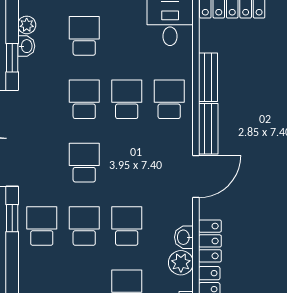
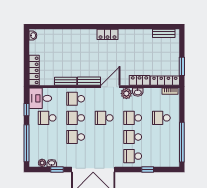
school desk: (84, 36) -> (47, 118), moved
school desk: (84, 163) -> (104, 118), moved
door: (196, 176) -> (110, 87), hinge flipped
window: (12, 218) -> (148, 170), moved
plant: (181, 263) -> (126, 93), moved

